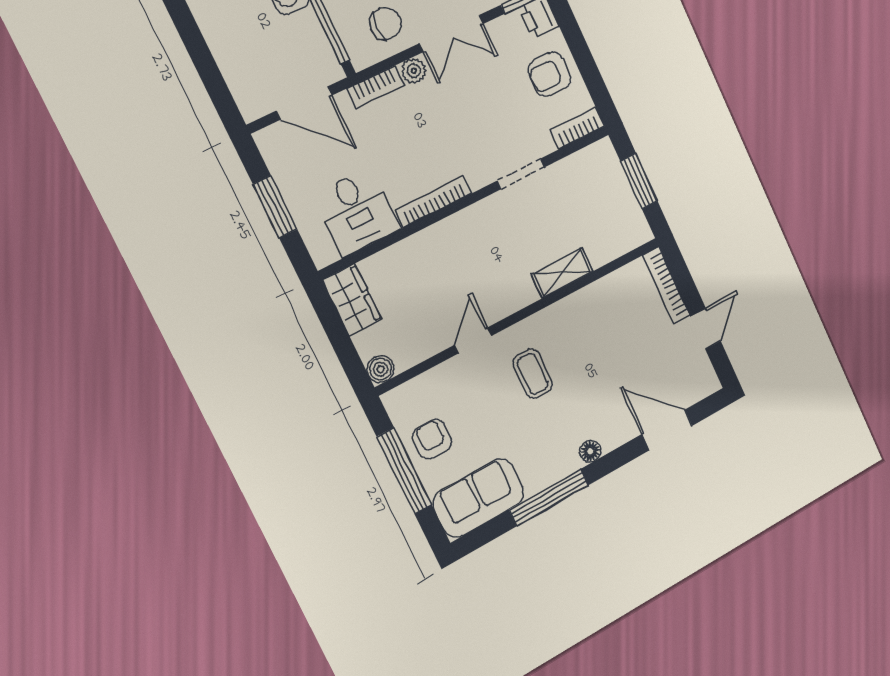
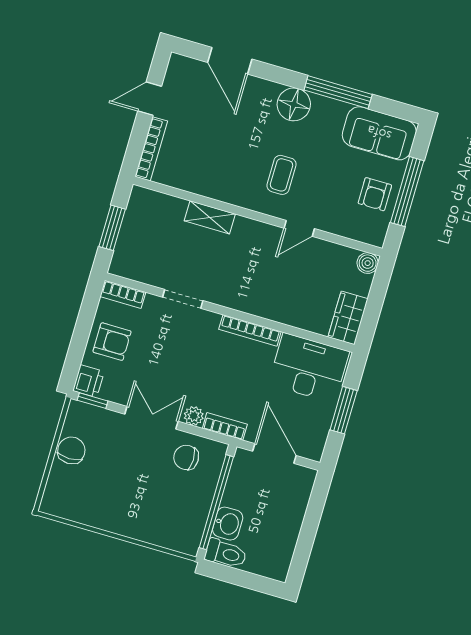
desk: (357, 212) -> (309, 368), width x1.37
floor lamp: (590, 451) -> (294, 104), width x1.89, depth x1.89

